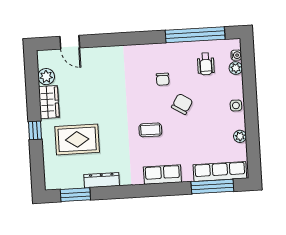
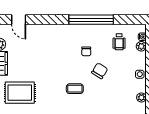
window: (195, 35) -> (91, 20), moved

